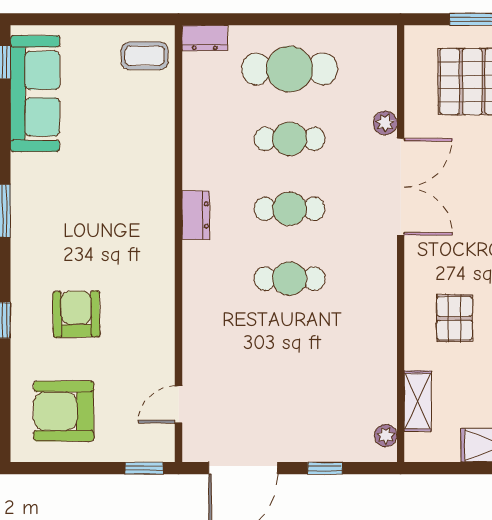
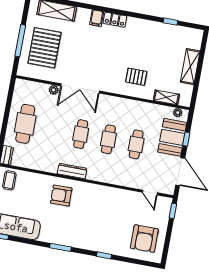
cafe table: (290, 139) -> (136, 144), moved
double door: (401, 187) -> (80, 88), swing flipped
dresser: (196, 215) -> (72, 171), width x1.44
armchair: (76, 314) -> (61, 195), moved
booth: (323, 433) -> (172, 137), added

